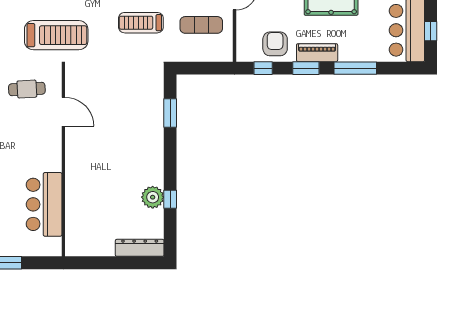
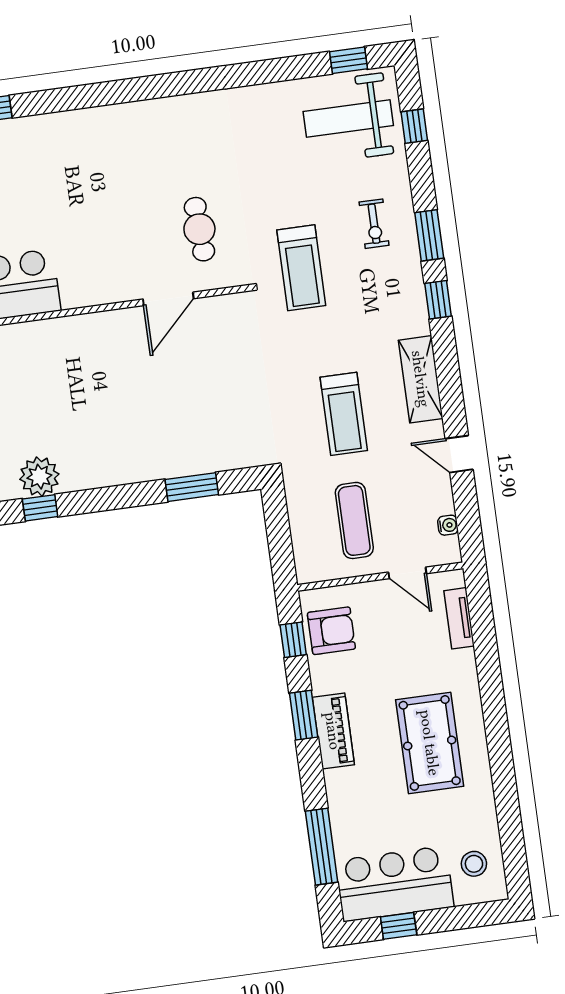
treadmill: (141, 23) -> (344, 414), turned 180
treadmill: (56, 35) -> (301, 268), width x0.73, depth x0.73
armchair: (275, 44) -> (331, 631), moved
window: (355, 68) -> (322, 847), moved

